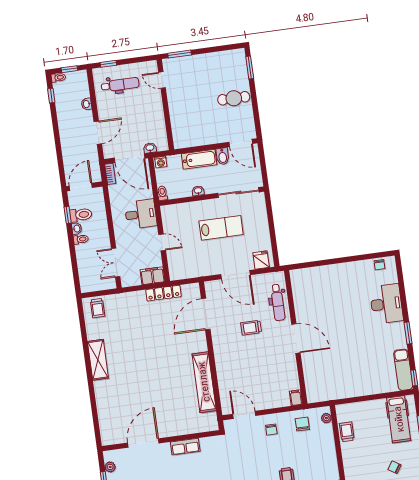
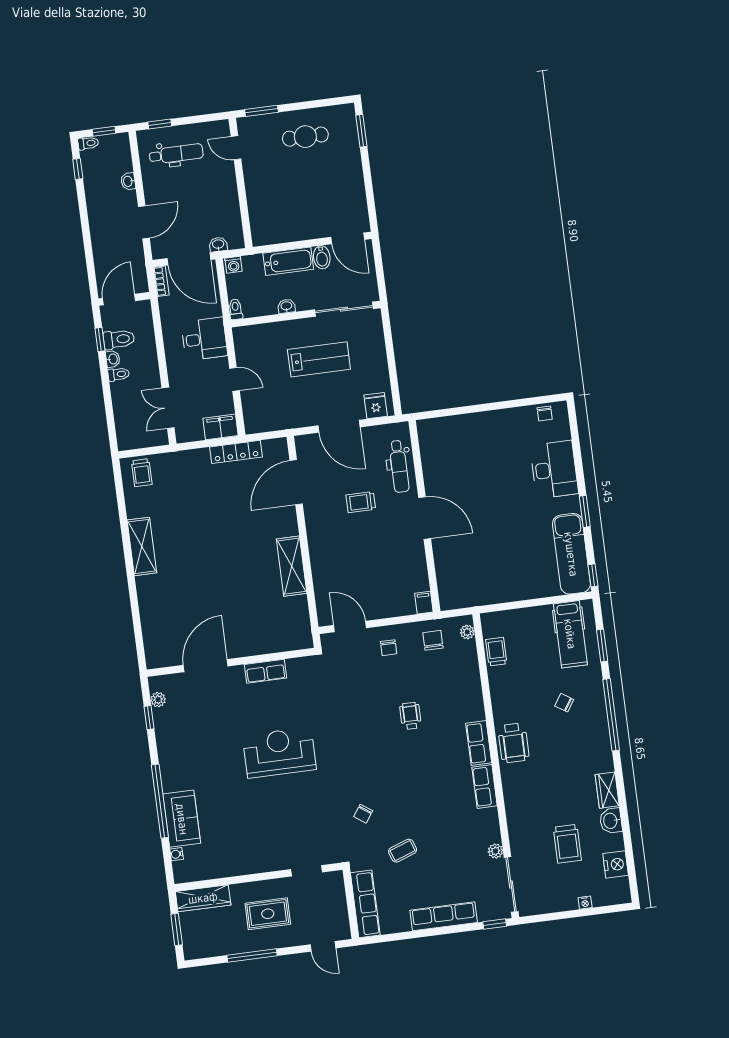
cafe table: (234, 98) -> (305, 137), moved
exam couch: (403, 370) -> (571, 554), width x1.36, depth x1.45
shelving: (204, 382) -> (292, 566), width x0.68

